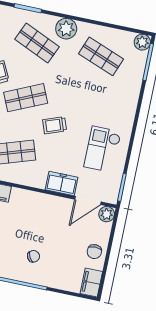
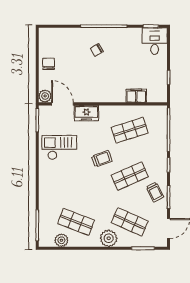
plant: (142, 42) -> (61, 240), moved
checkout: (103, 149) -> (59, 147), turned -90
door: (88, 201) -> (62, 104), hinge flipped
filing cabinet: (91, 283) -> (46, 38), removed

